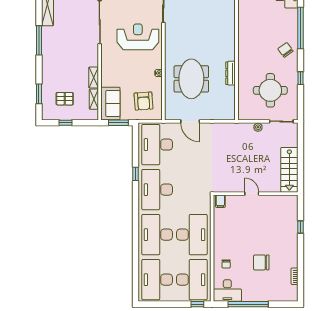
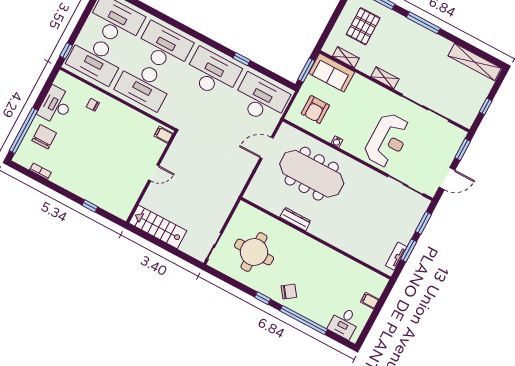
window: (39, 40) -> (423, 23), moved
shelving: (94, 77) -> (385, 78), moved
window: (300, 78) -> (263, 298), moved
meeting table: (191, 79) -> (312, 174), width x1.36
pallet: (65, 99) -> (363, 26), width x1.50, depth x1.42
armchair: (144, 101) -> (315, 110), turned -86
window: (65, 123) -> (337, 13), removed
plant: (258, 127) -> (221, 218), removed
chair: (261, 262) -> (44, 137), moved
desk: (227, 291) -> (56, 105), moved
window: (248, 304) -> (24, 130), moved

